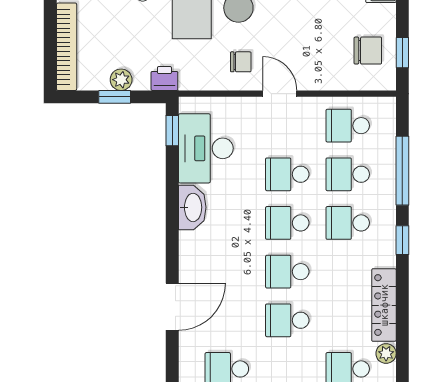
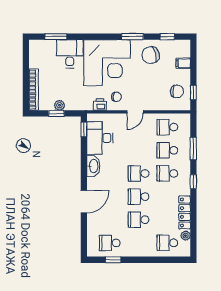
printer: (164, 78) -> (100, 105), moved
door: (280, 94) -> (135, 112), swing flipped
window: (402, 171) -> (193, 149), width x0.69
school desk: (287, 174) -> (139, 150), removed
door: (172, 307) -> (84, 202), moved

